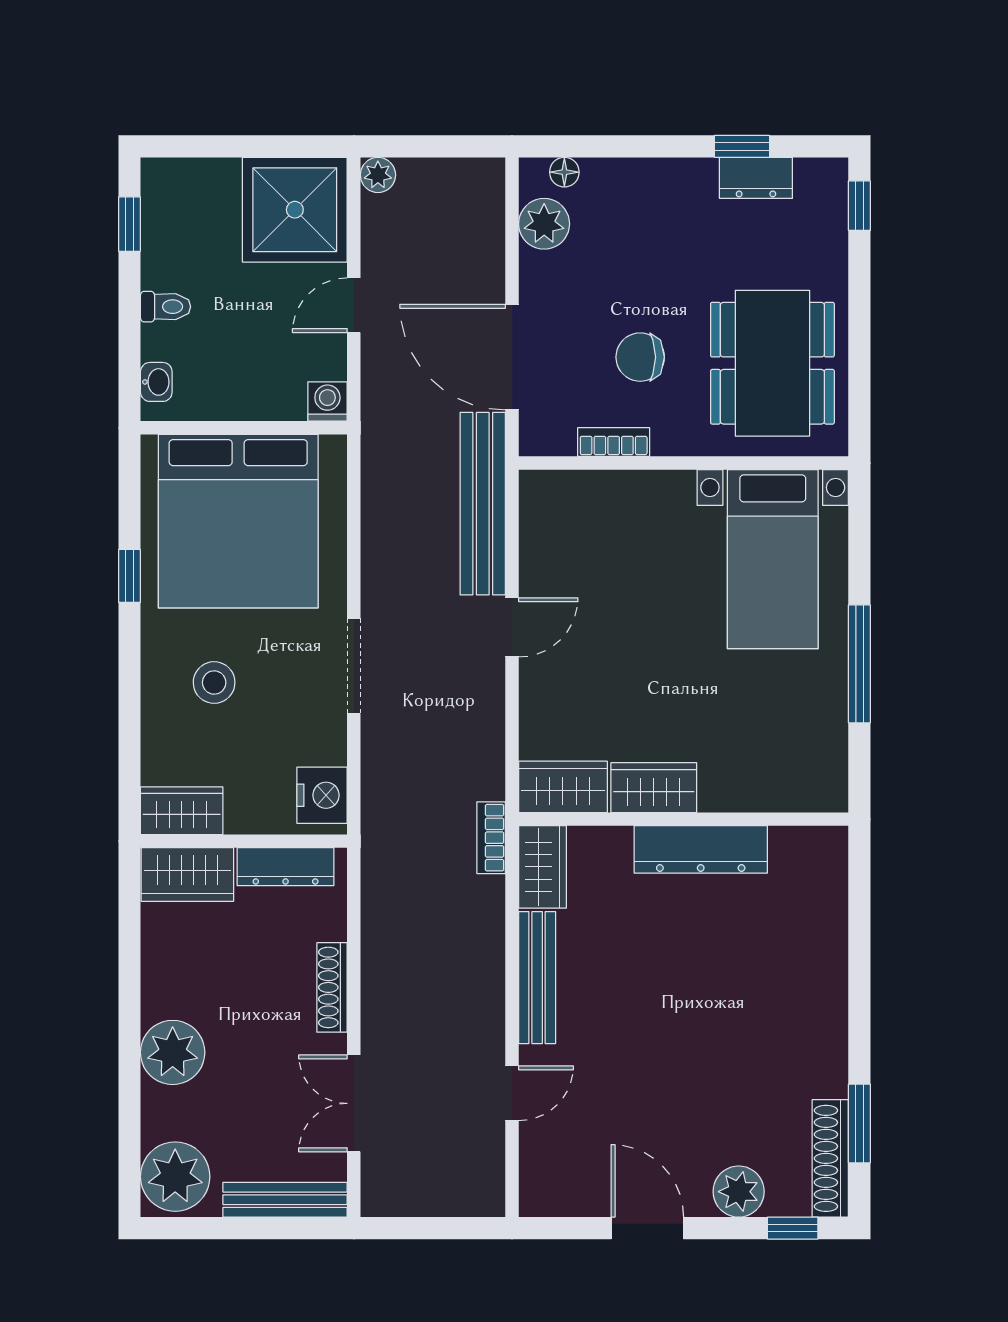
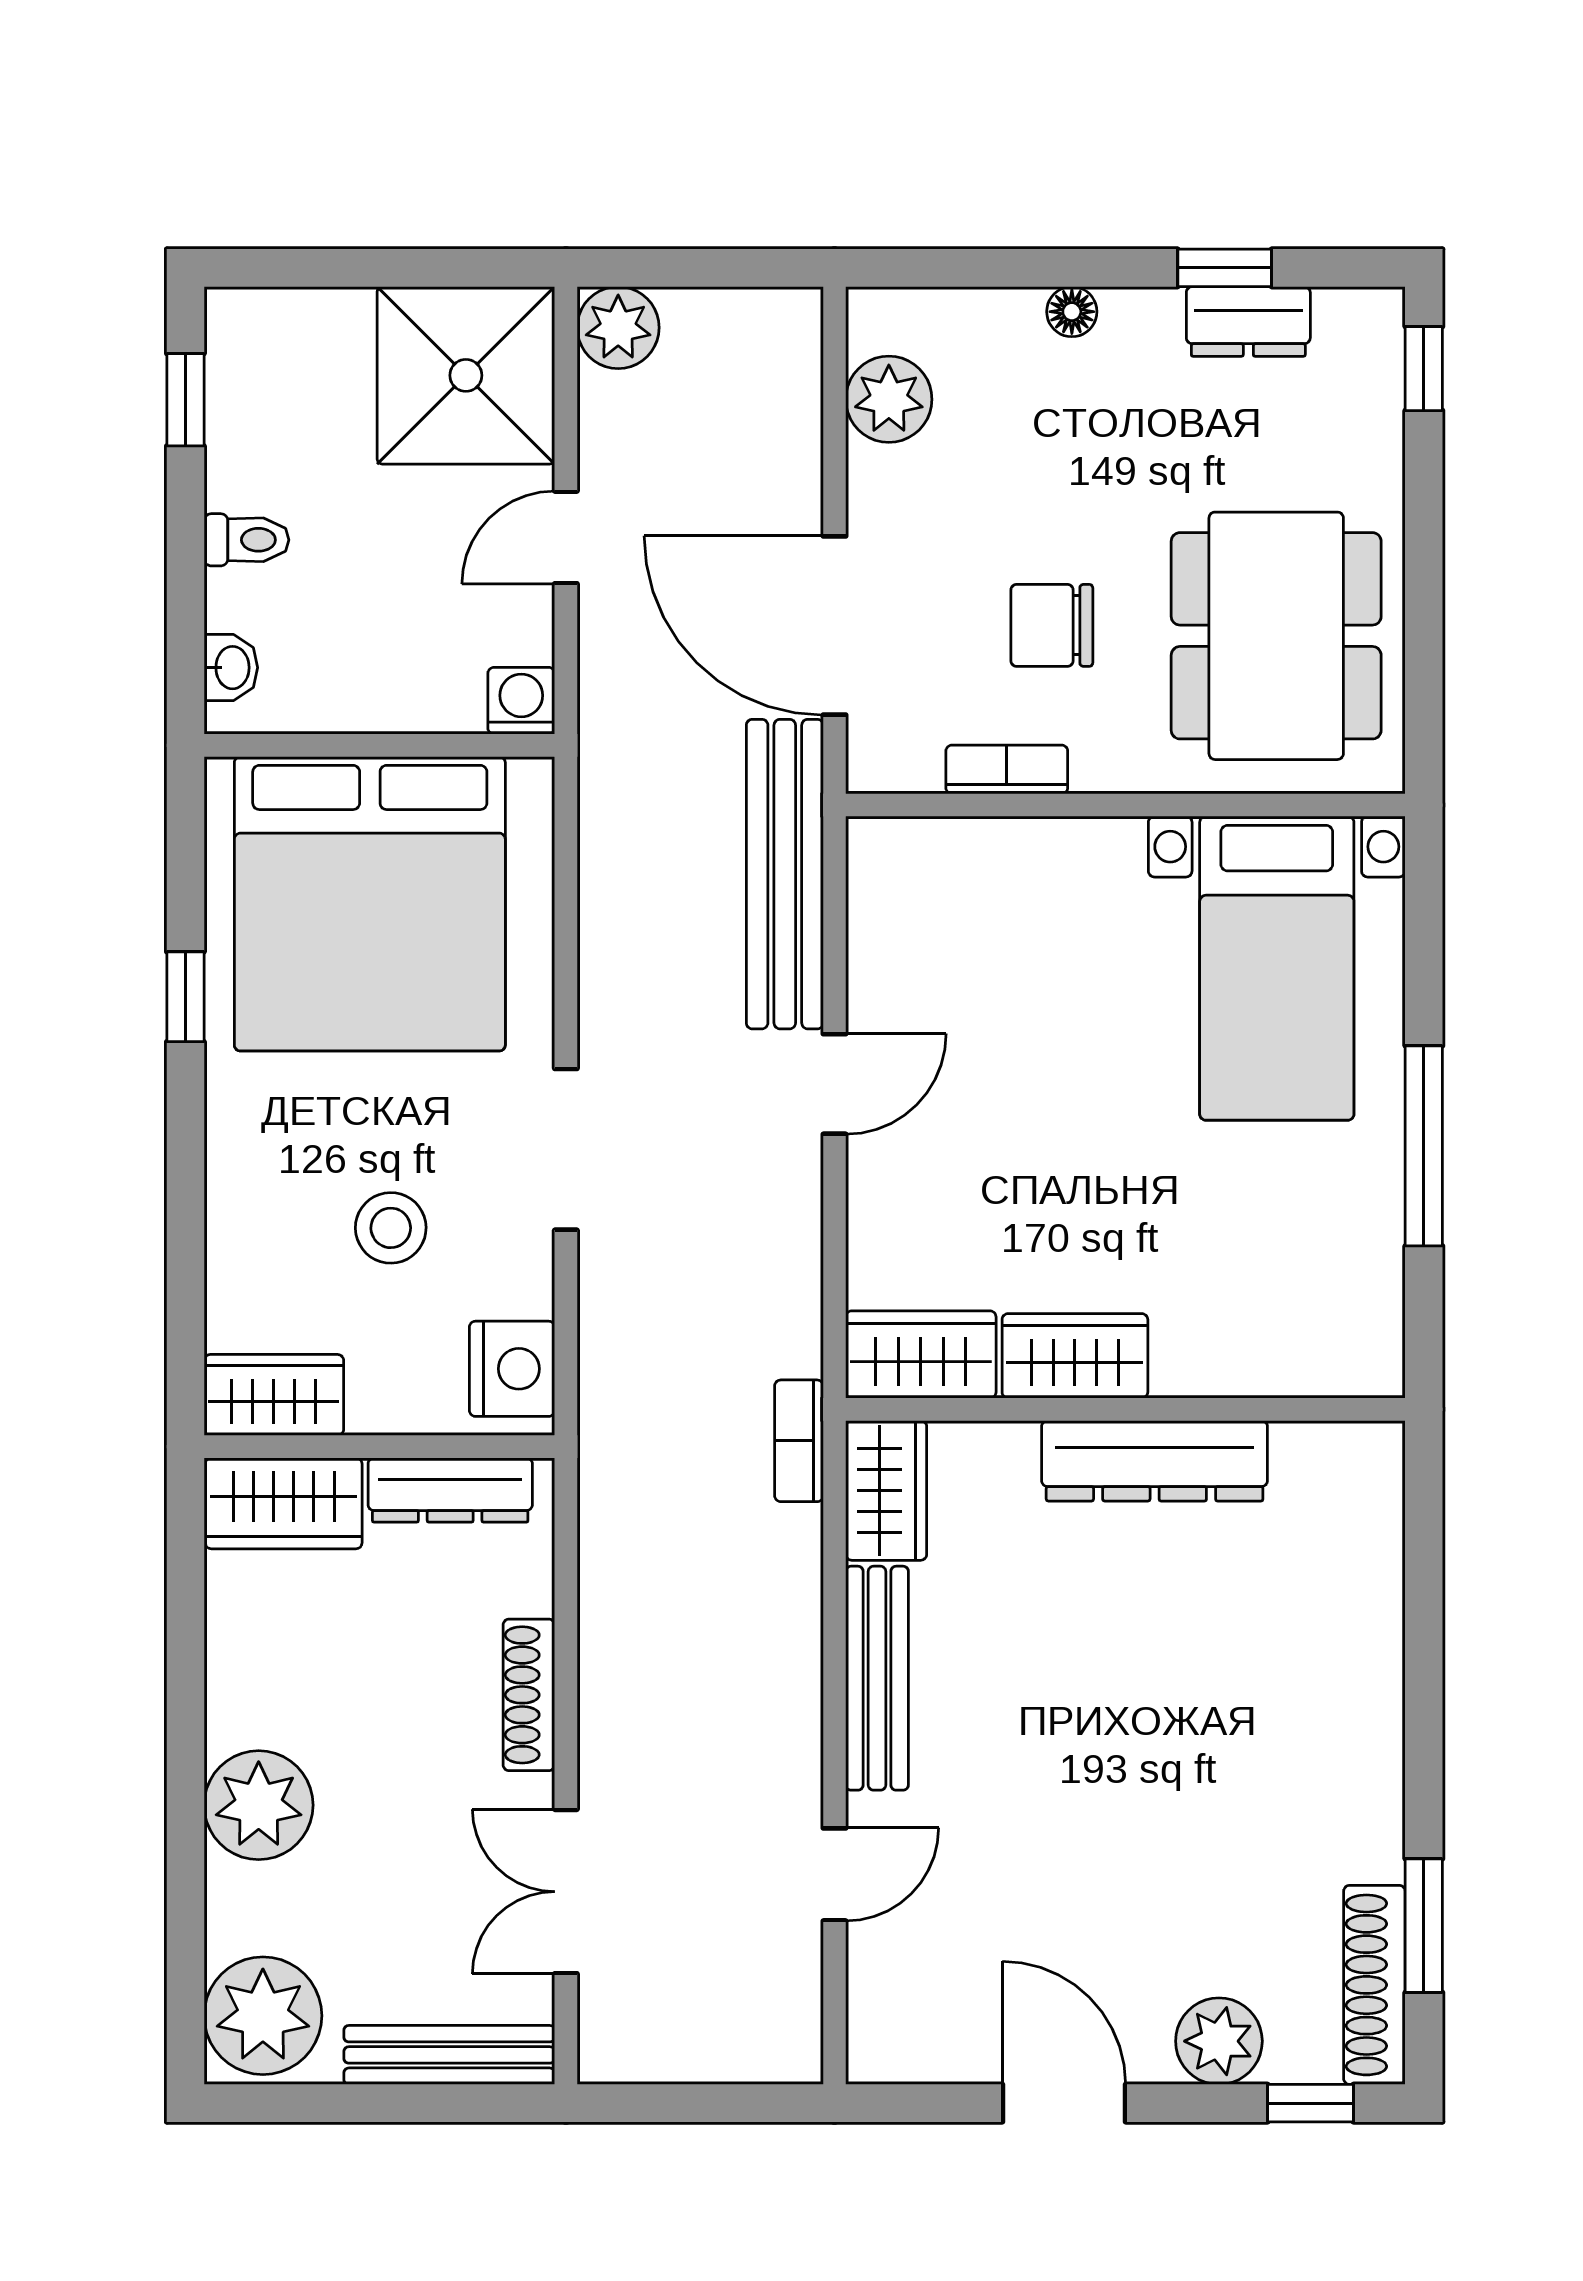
floor lamp: (564, 172) -> (1072, 312), moved
plant: (378, 175) -> (618, 328), width x1.38, depth x1.38
stool: (214, 682) -> (391, 1228), moved

